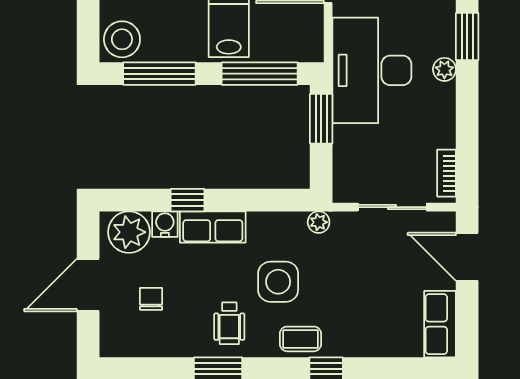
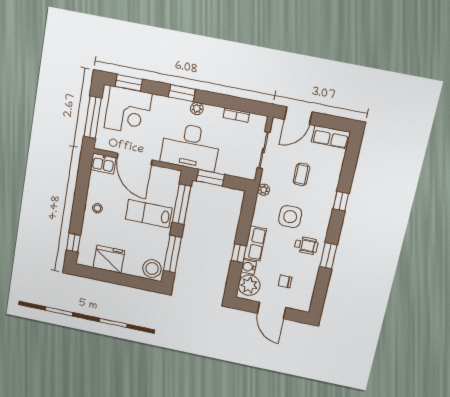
bookcase: (447, 173) -> (236, 115), moved
coffee table: (300, 339) -> (301, 174), moved

